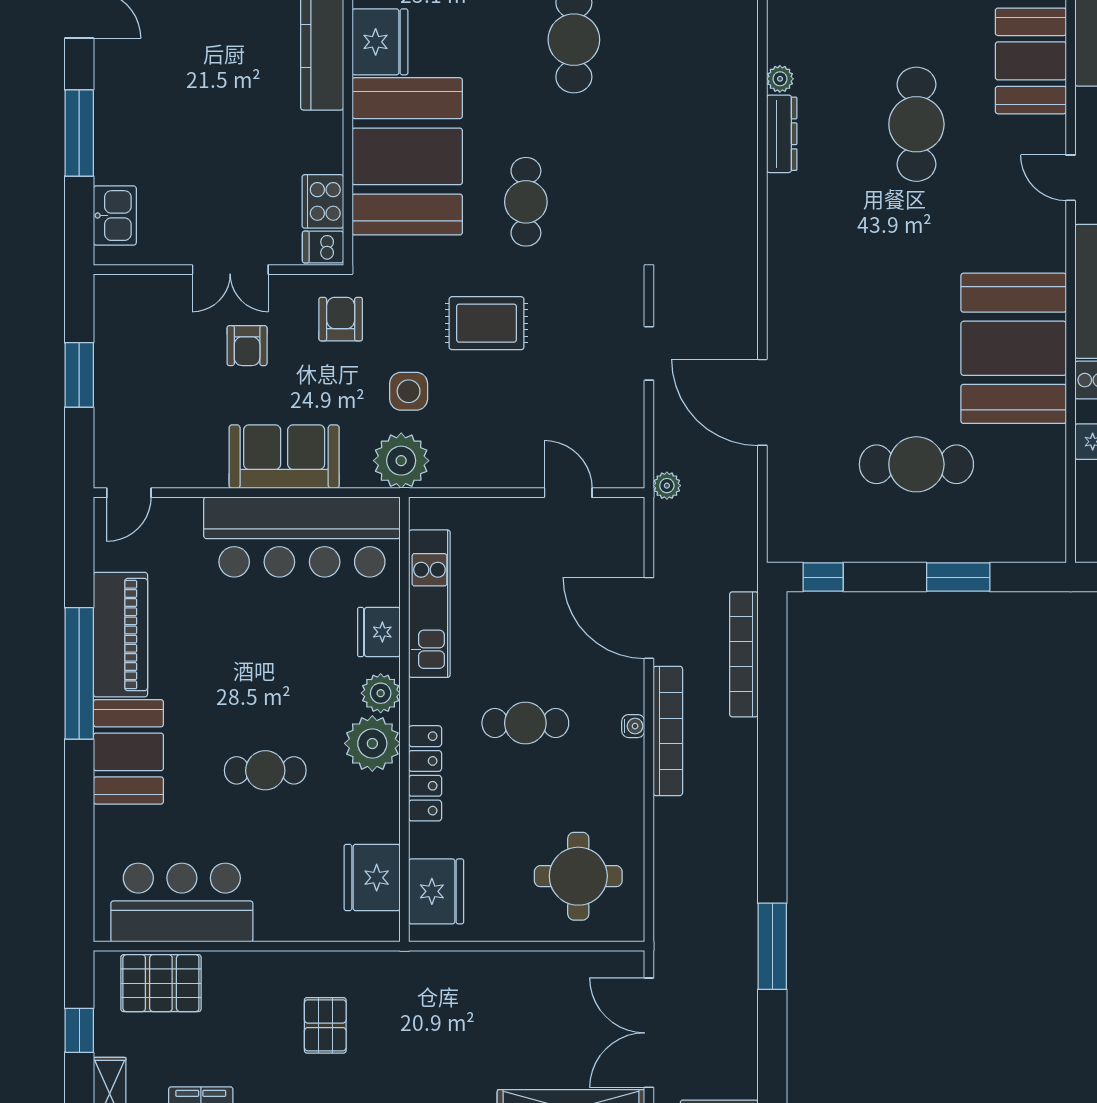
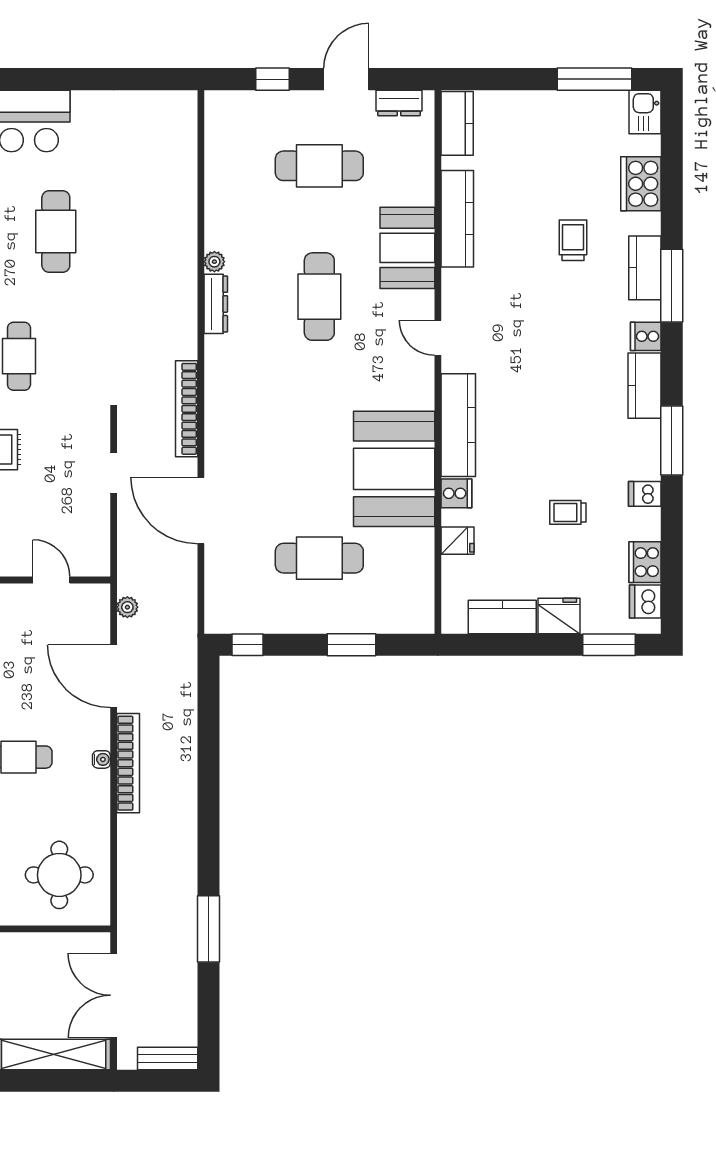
plant: (667, 486) -> (127, 607), moved
bookcase: (744, 654) -> (187, 409), moved

